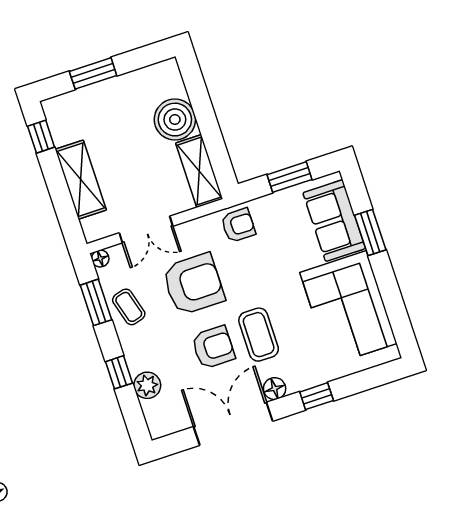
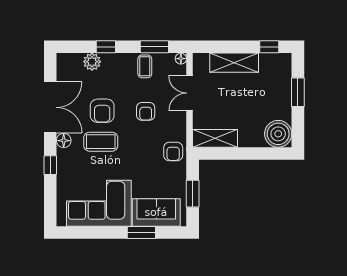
boiler: (175, 120) -> (278, 134), moved
armchair: (193, 284) -> (146, 111), width x0.53, depth x0.53
coffee table: (129, 307) -> (145, 66), turned -74

